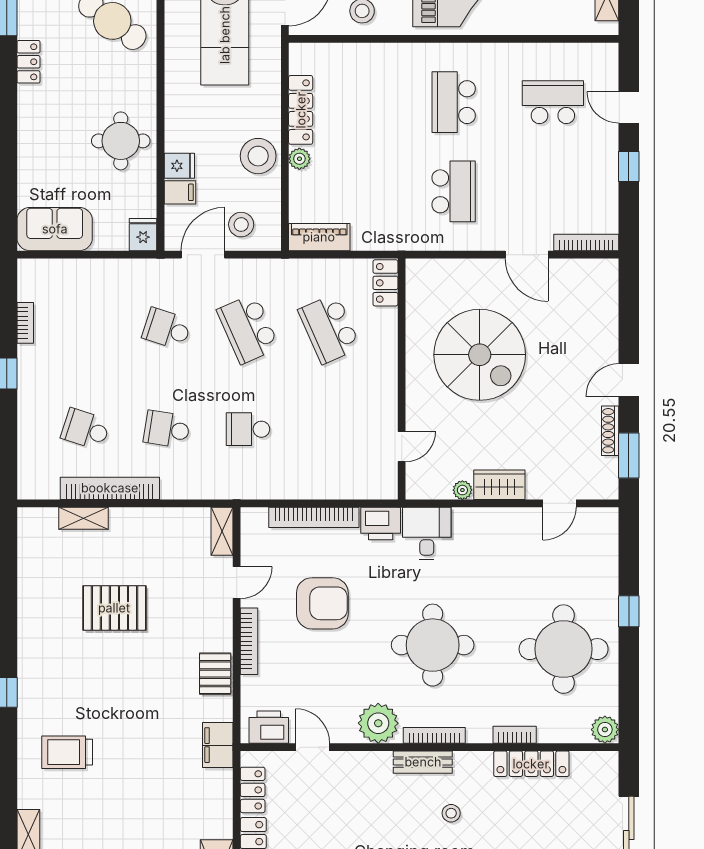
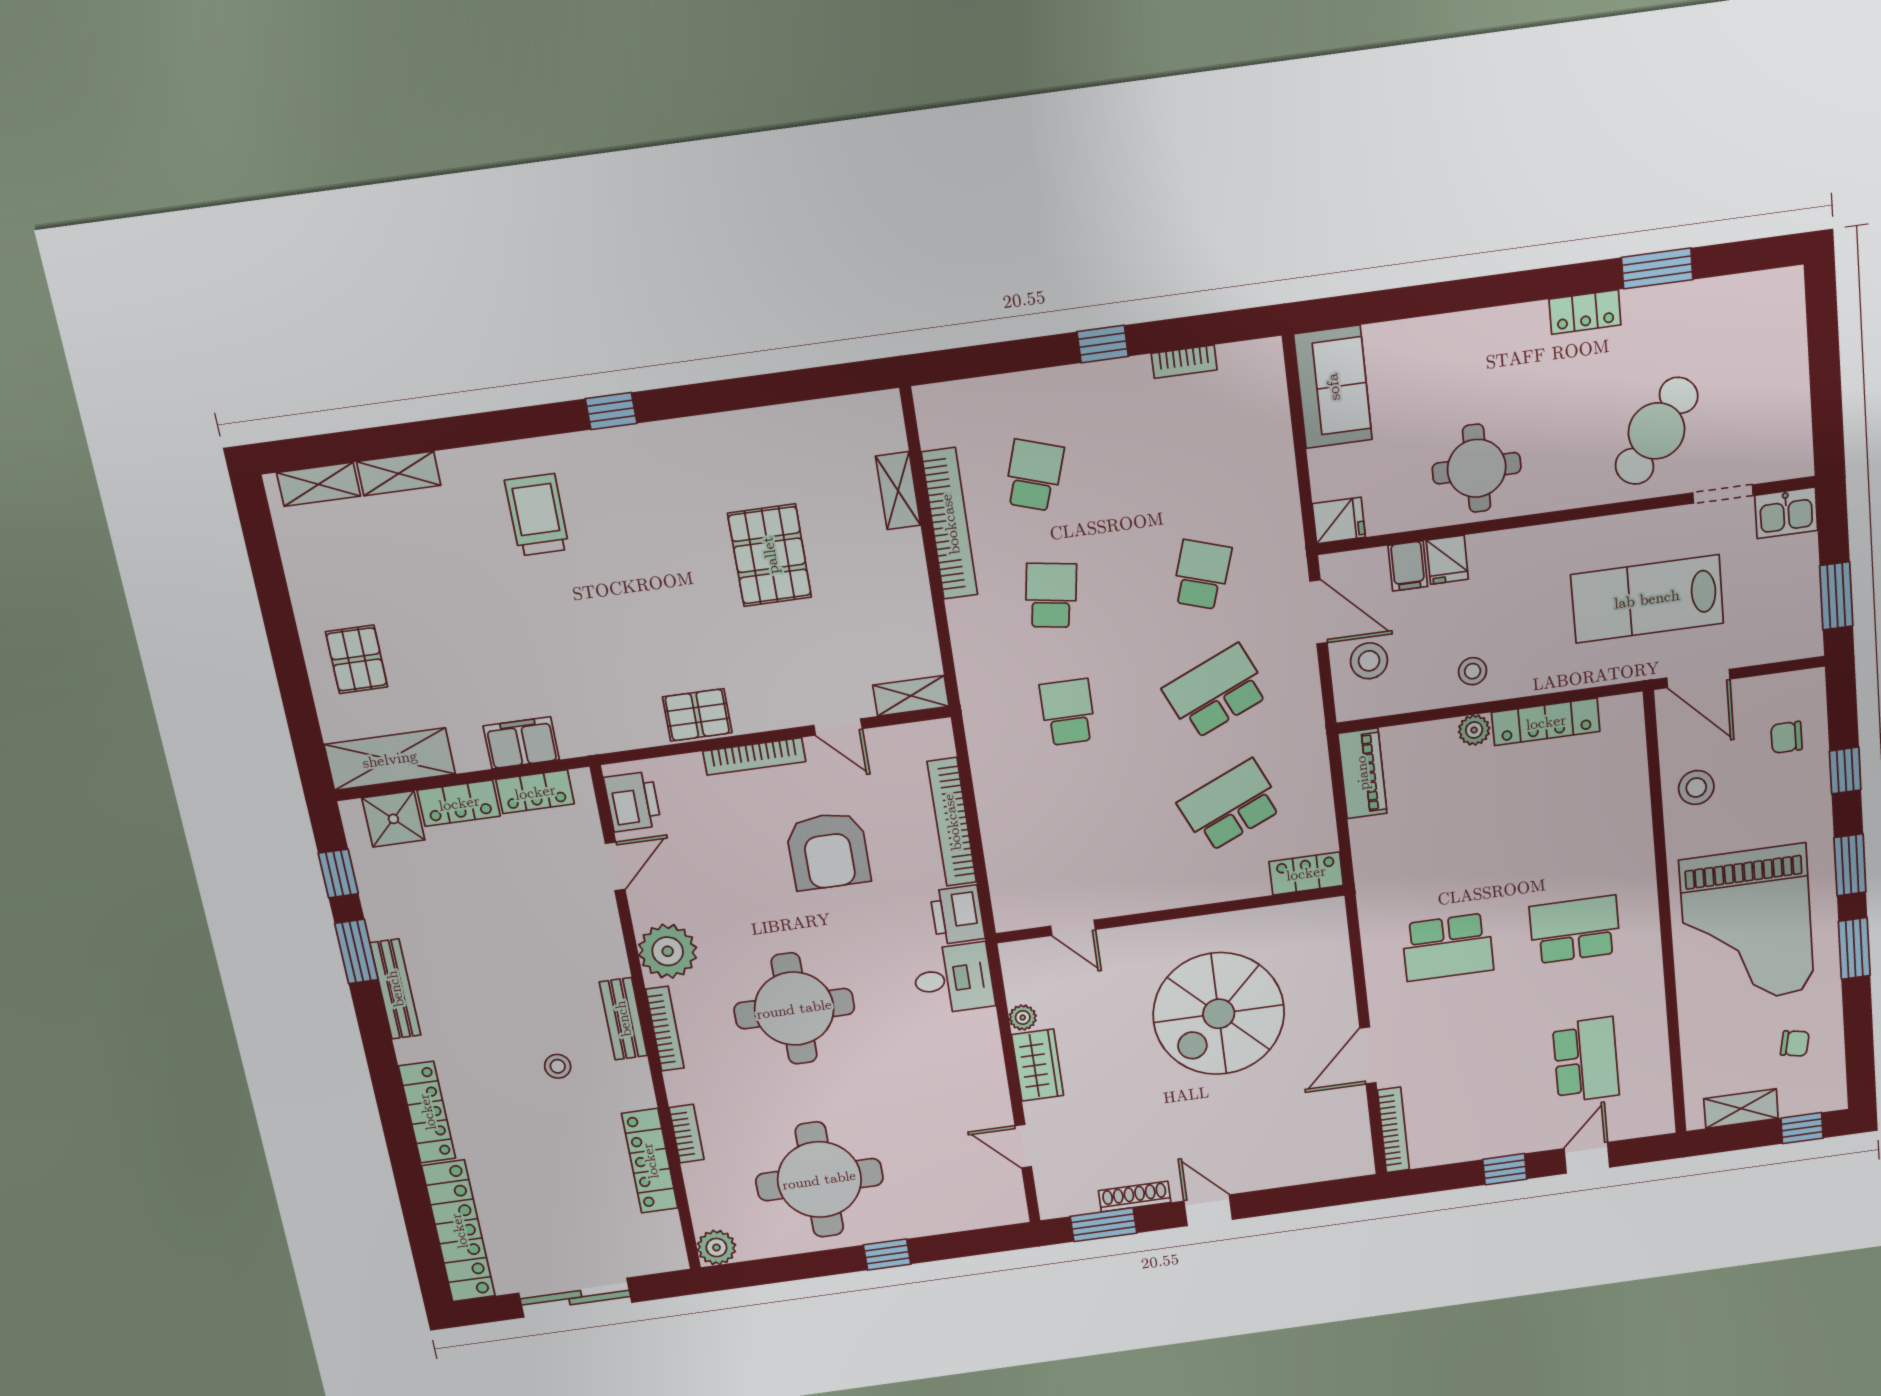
stool: (258, 156) -> (1473, 671), width x0.53, depth x0.53
filing cabinet: (218, 745) -> (521, 743), moved

